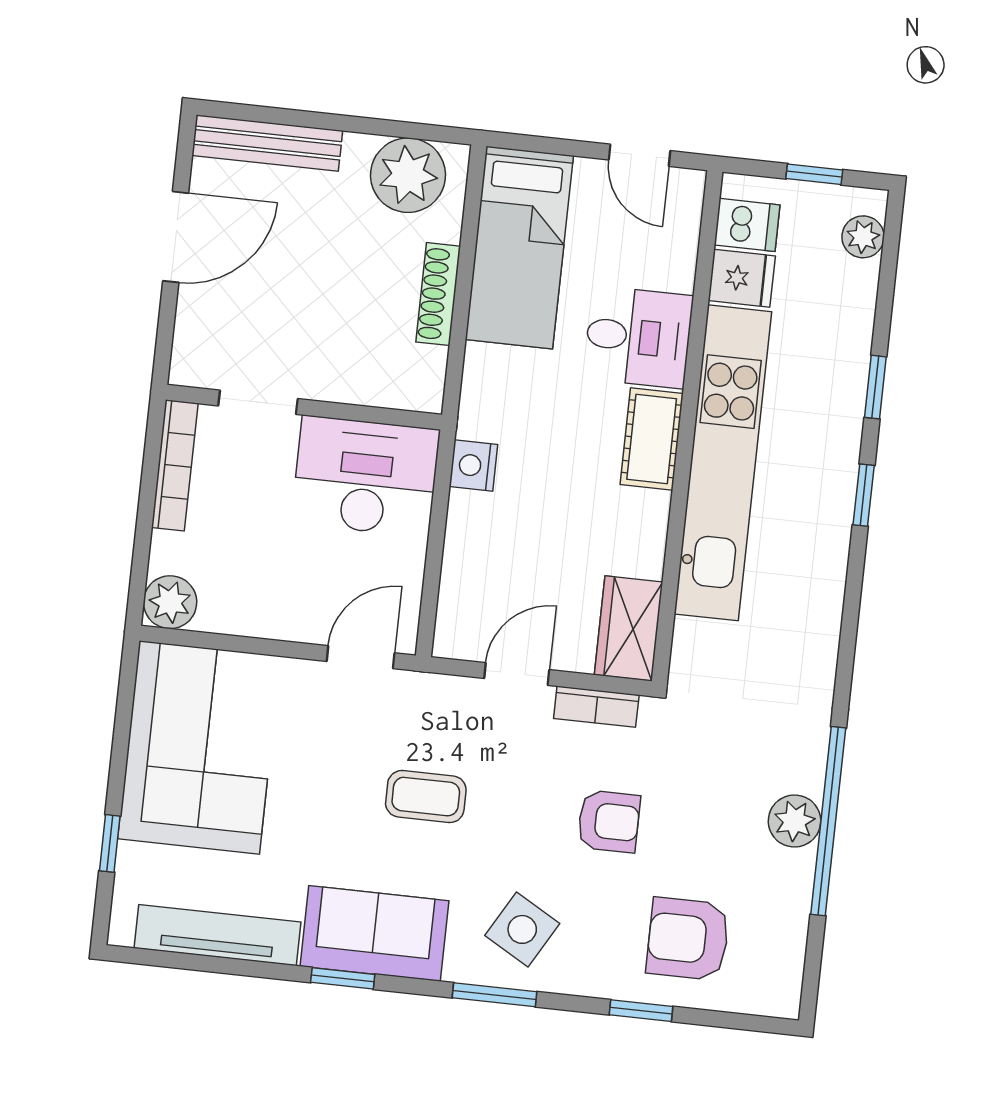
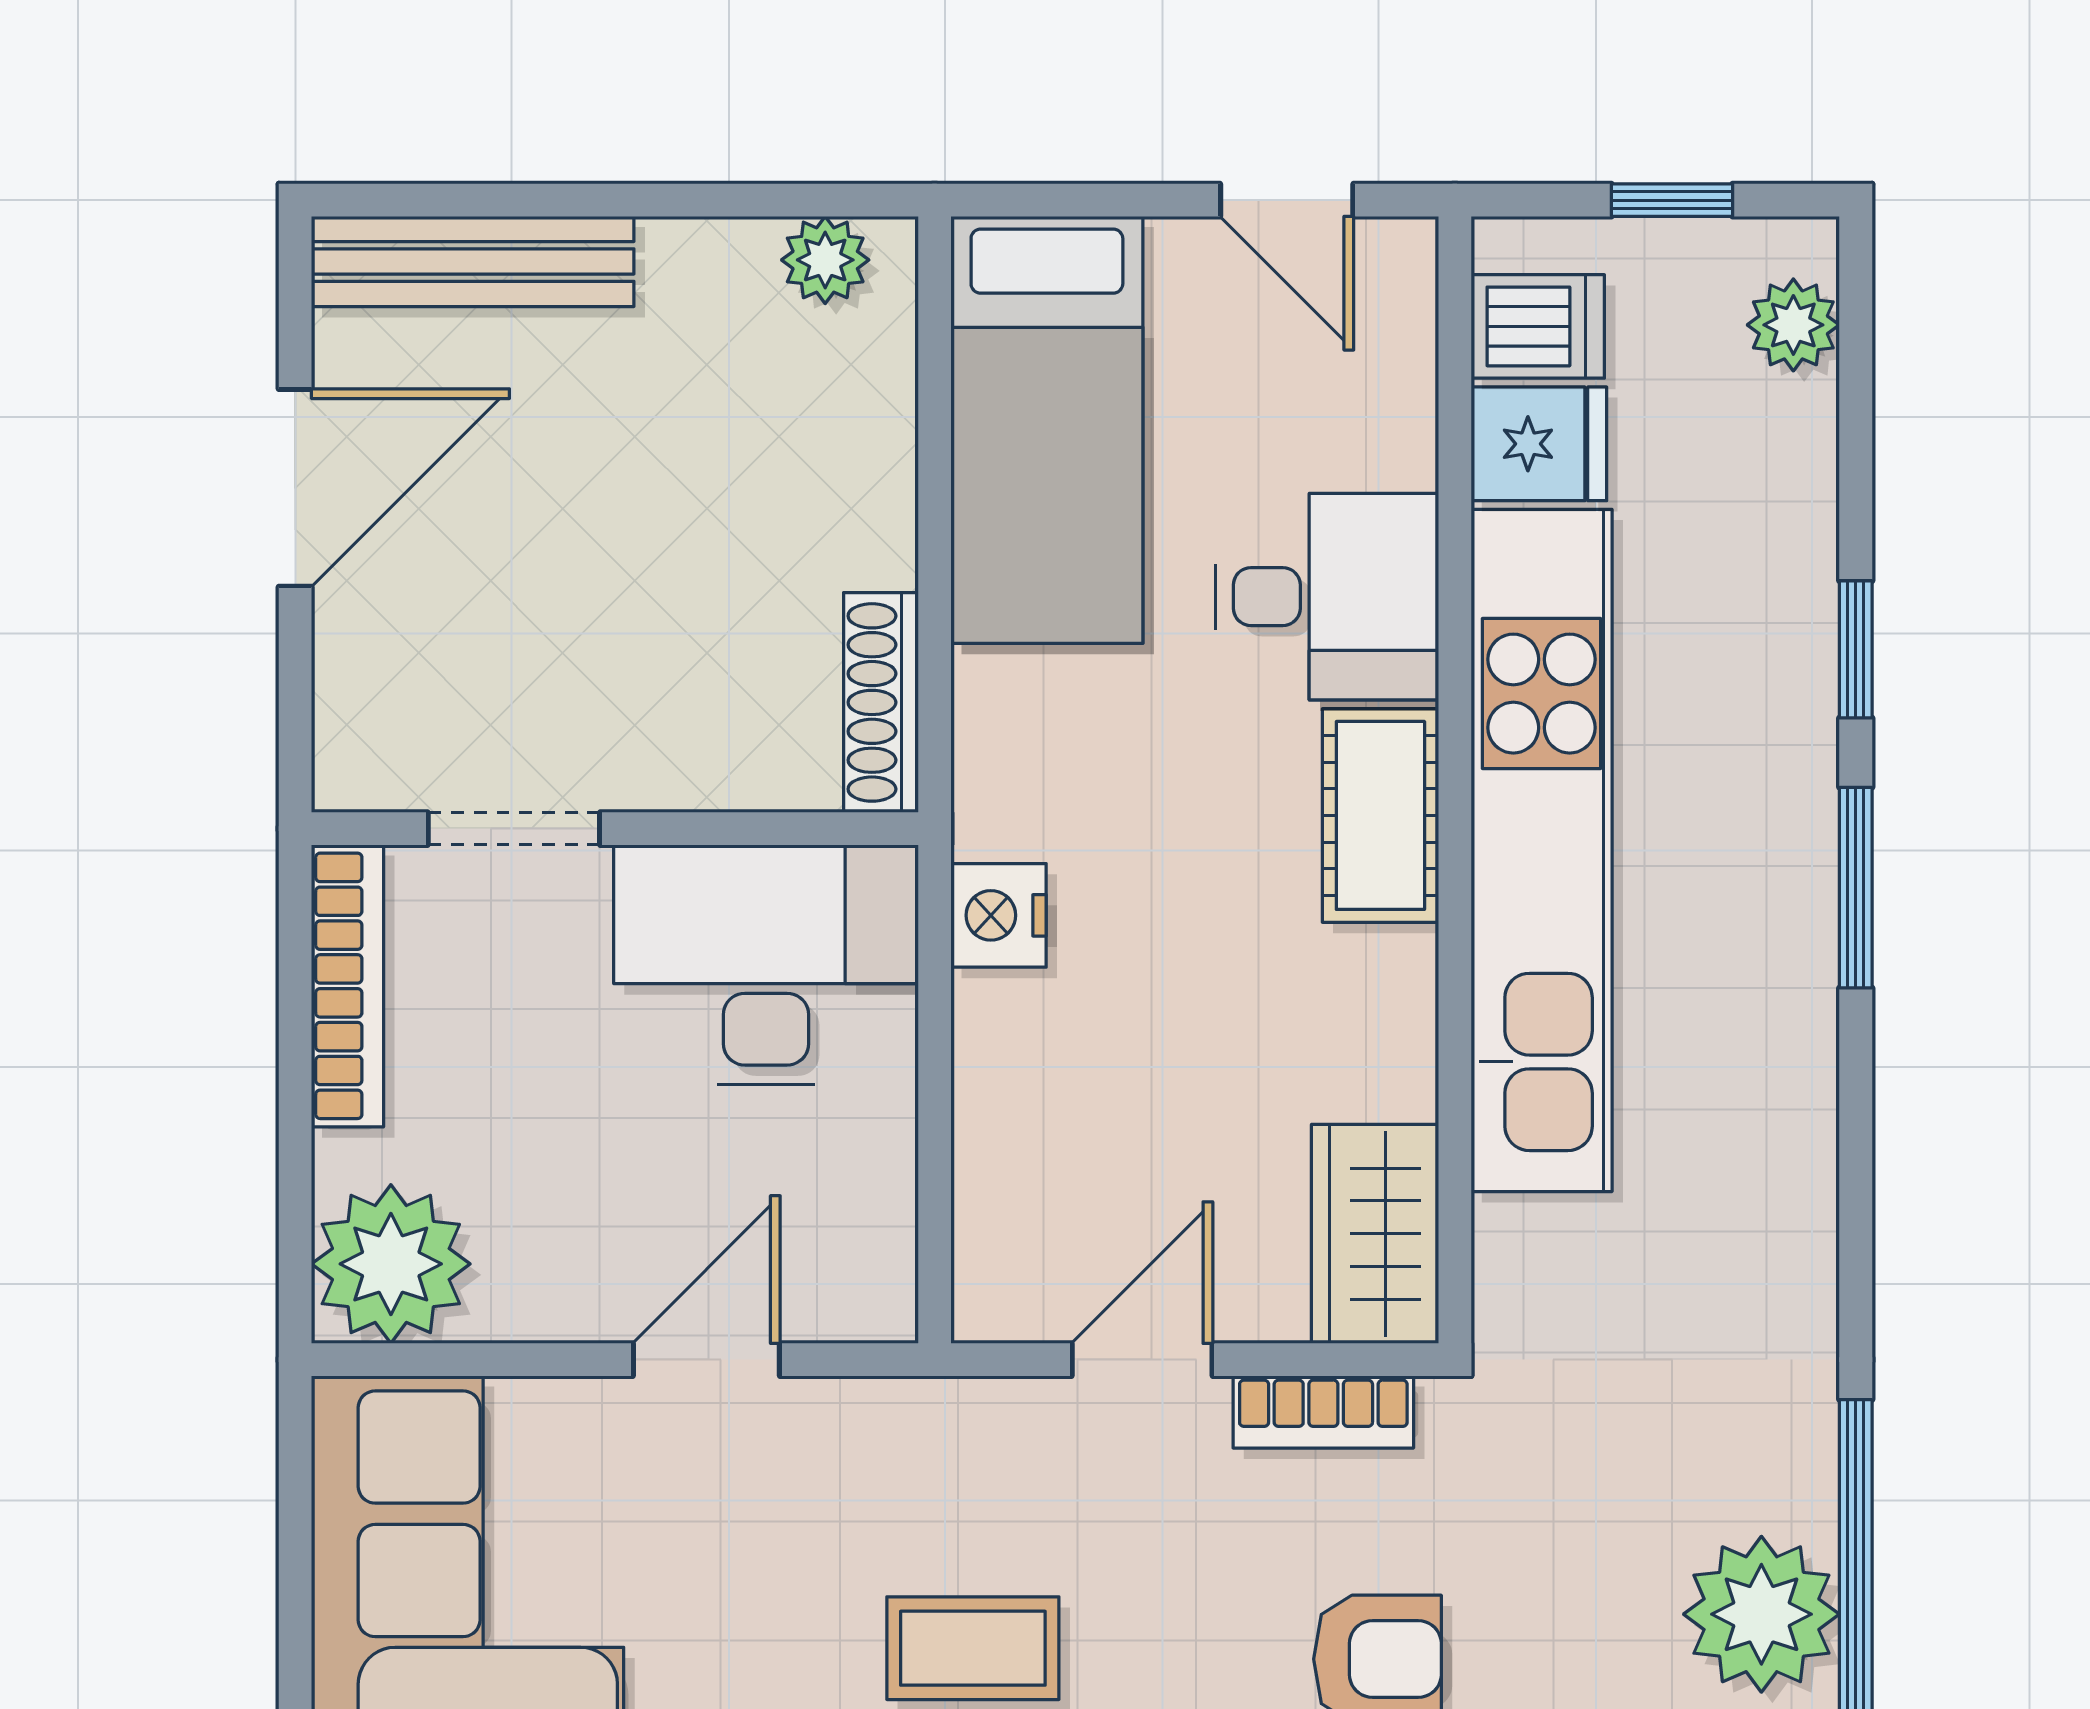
plant: (408, 175) -> (825, 260), width x0.53, depth x0.53
shoe rack: (438, 294) -> (881, 702), moved
window: (864, 495) -> (1856, 888), width x1.50
plant: (170, 602) -> (391, 1264), width x1.36, depth x1.36
door: (361, 657) -> (706, 1360), moved
plant: (795, 821) -> (1761, 1614), width x1.36, depth x1.36

